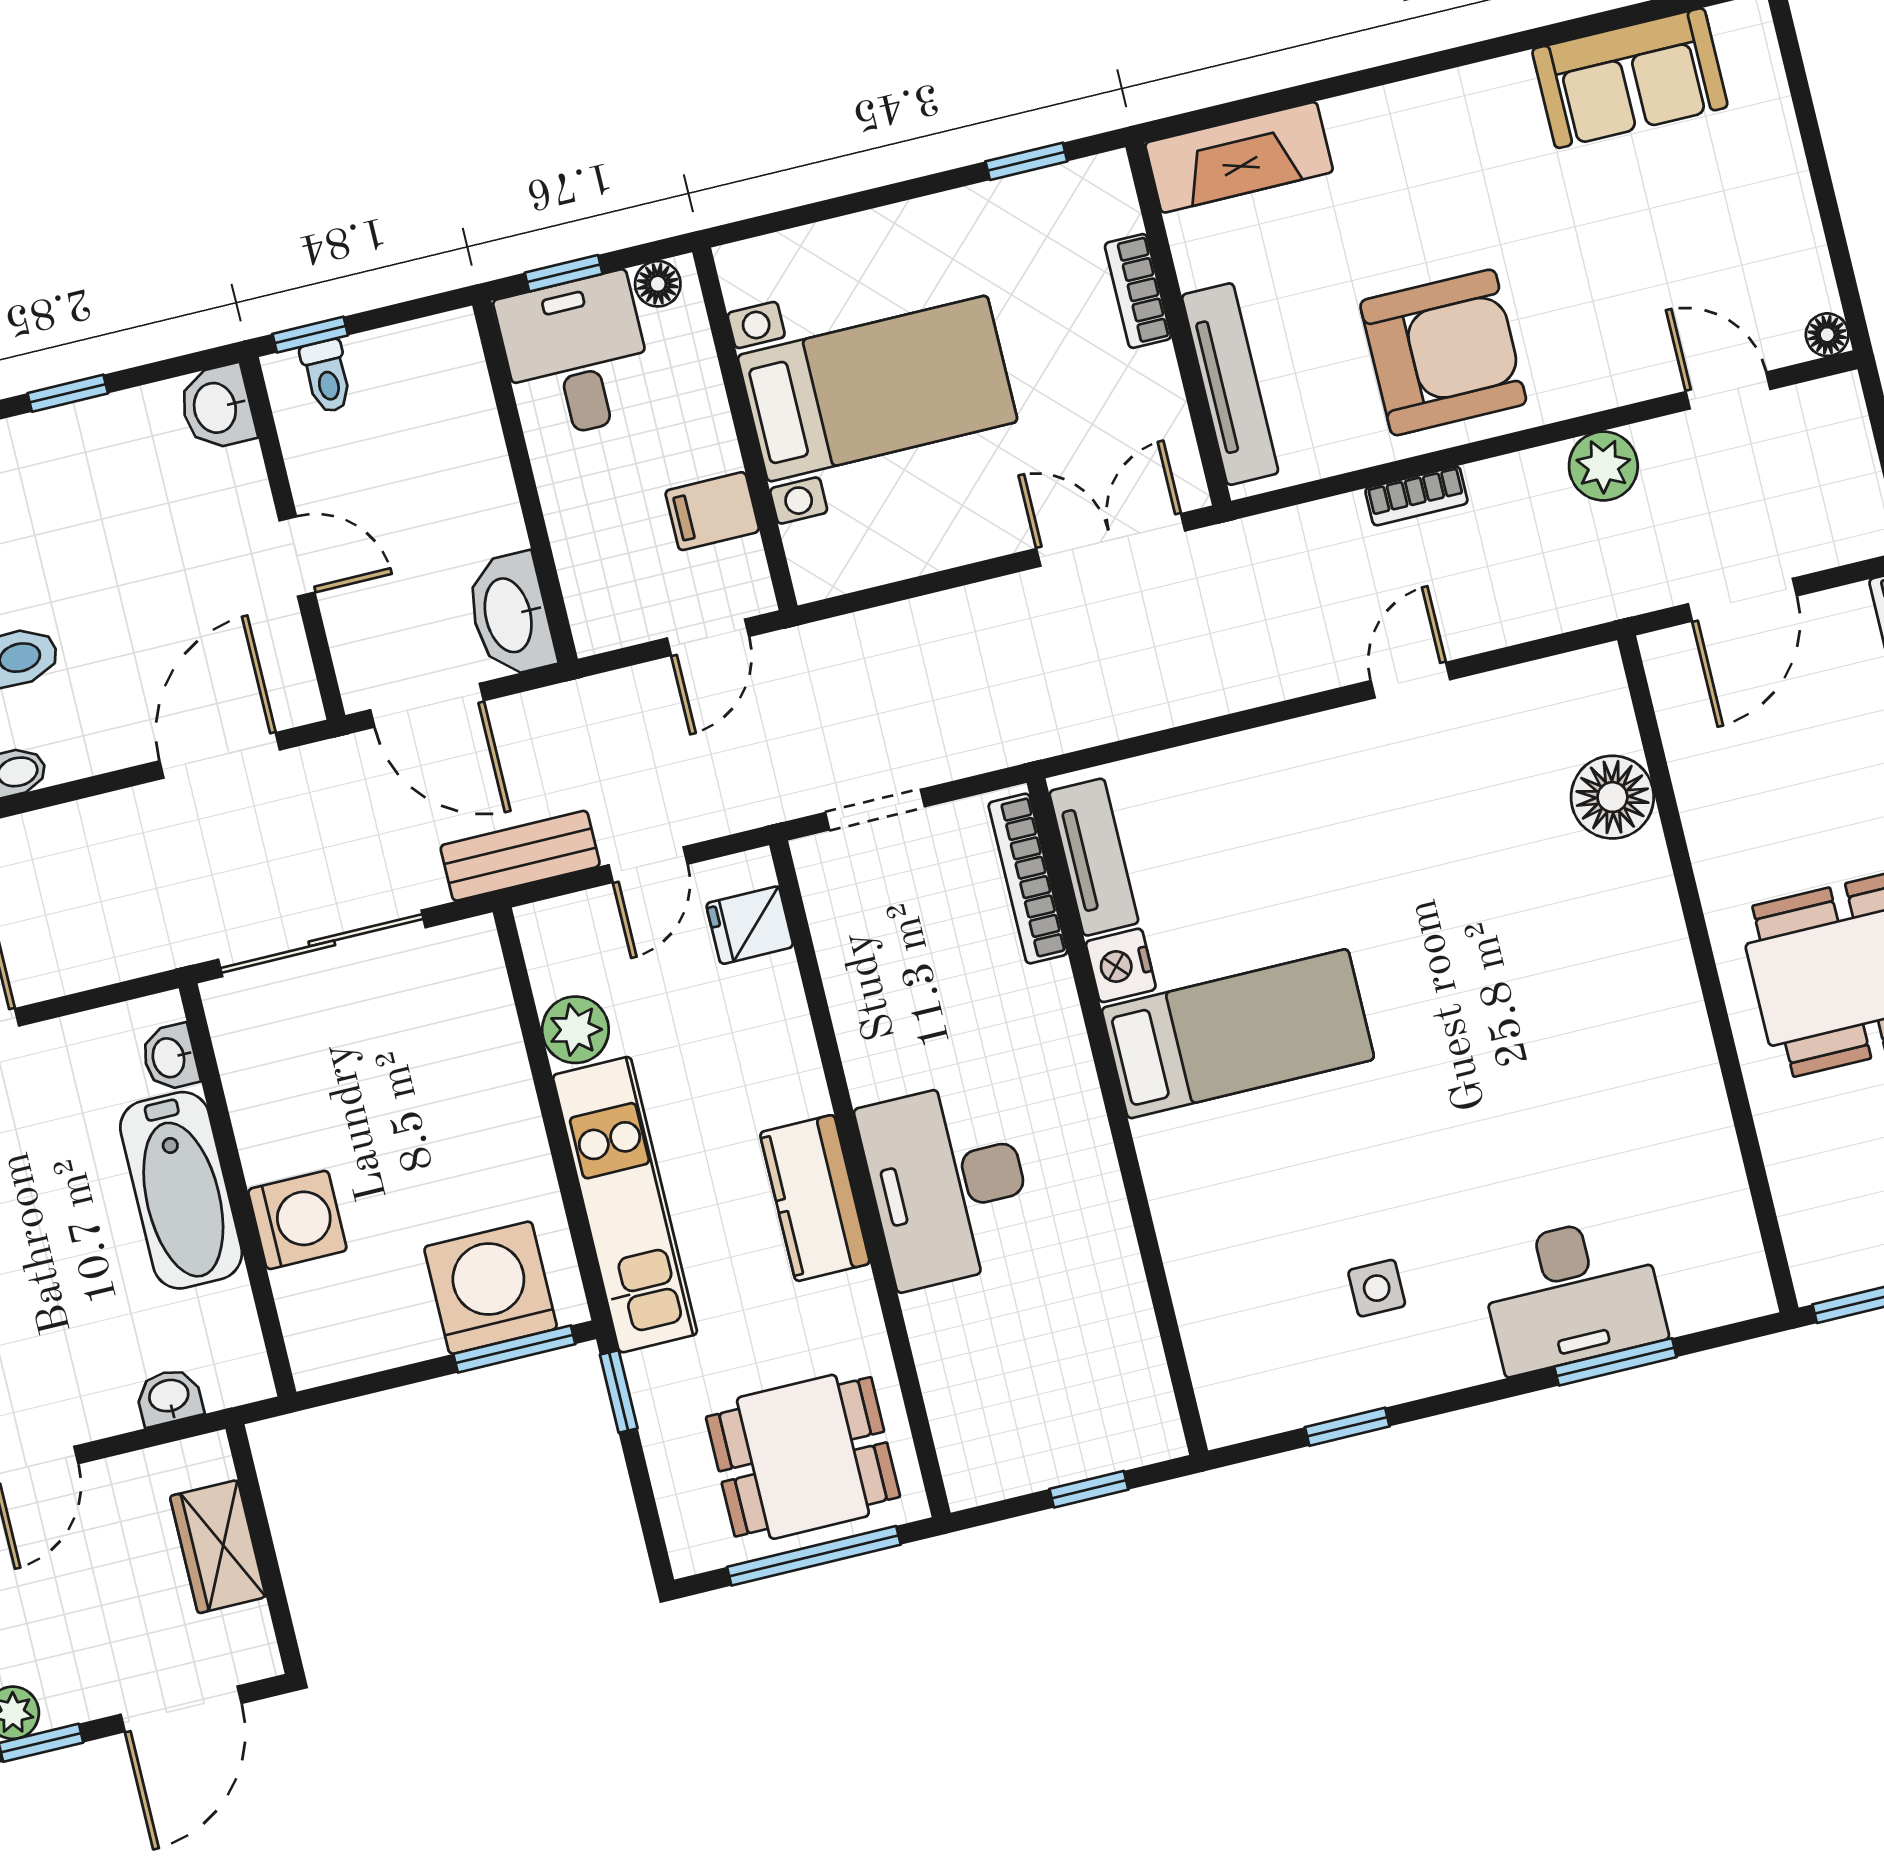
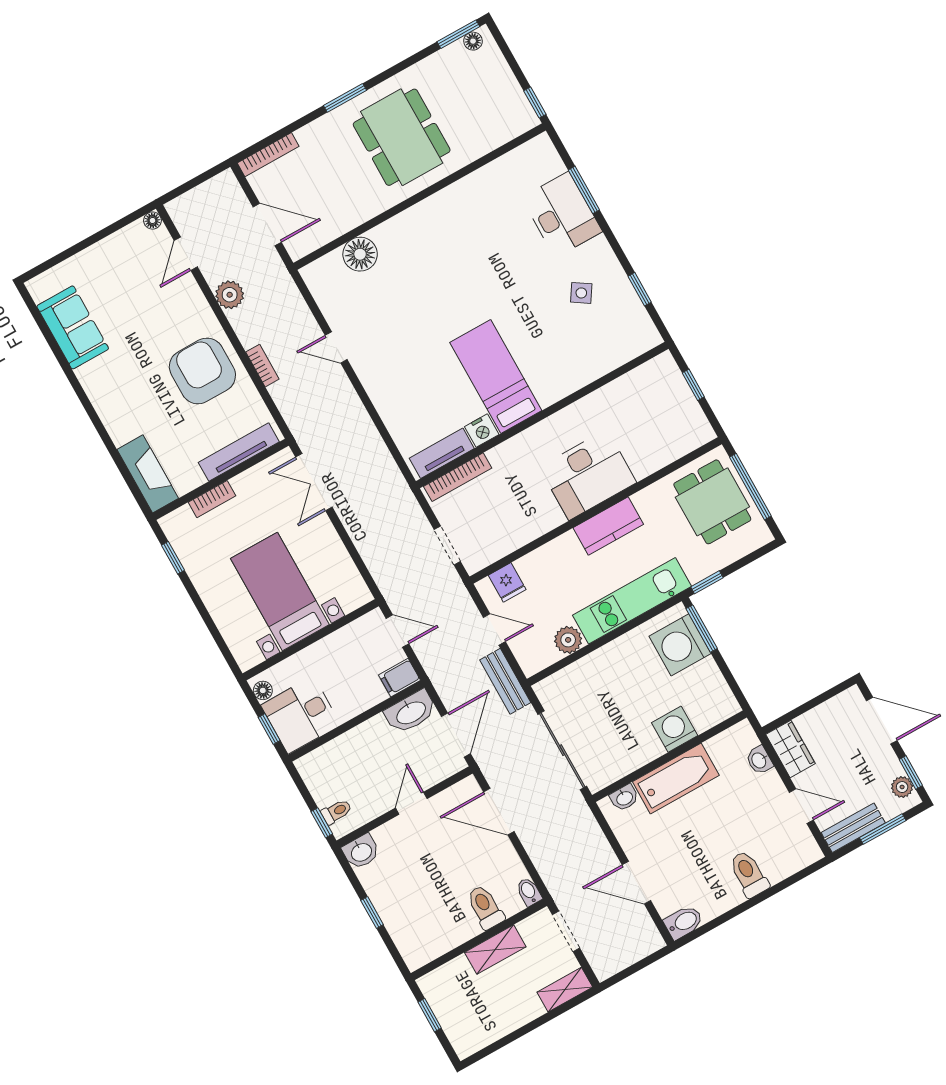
filing cabinet: (712, 511) -> (399, 678), moved, turned 90
side table: (1377, 1288) -> (581, 293), turned 33
wardrobe: (218, 1547) -> (790, 749), moved, turned -90

